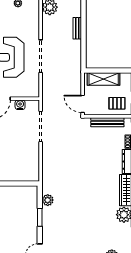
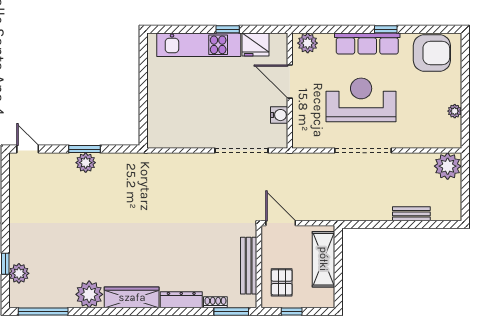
door: (83, 104) -> (281, 223), hinge flipped
plant: (48, 200) -> (86, 163), moved

